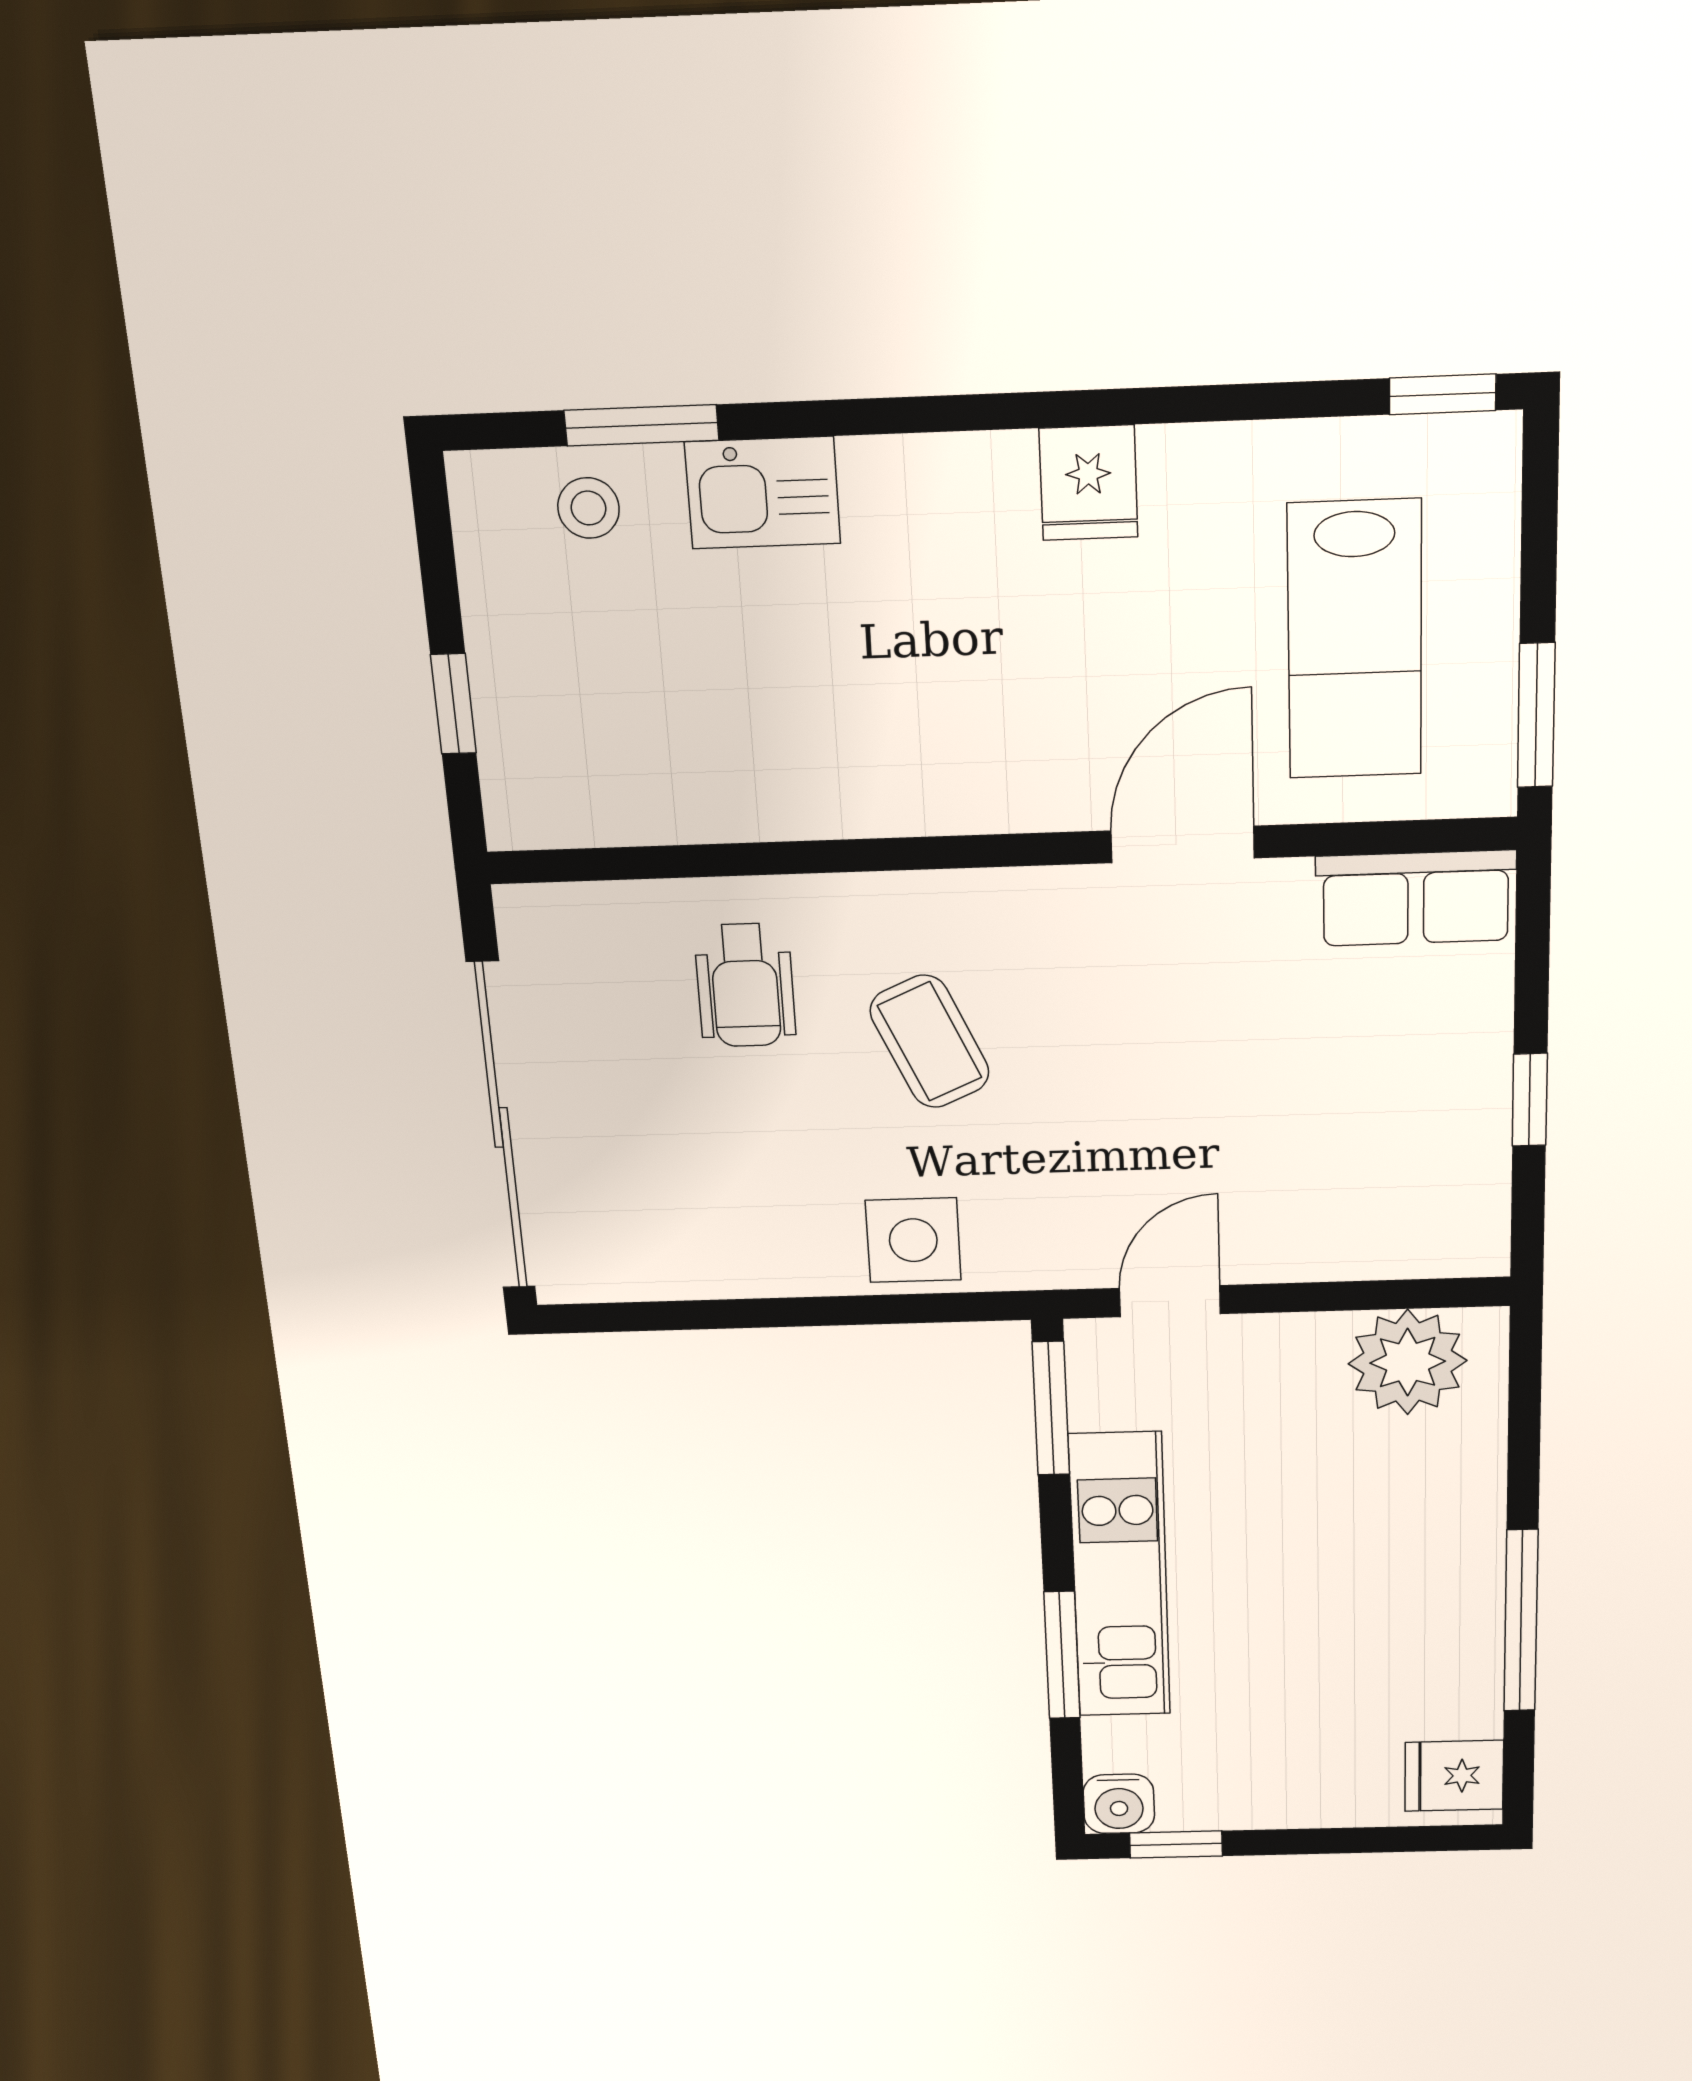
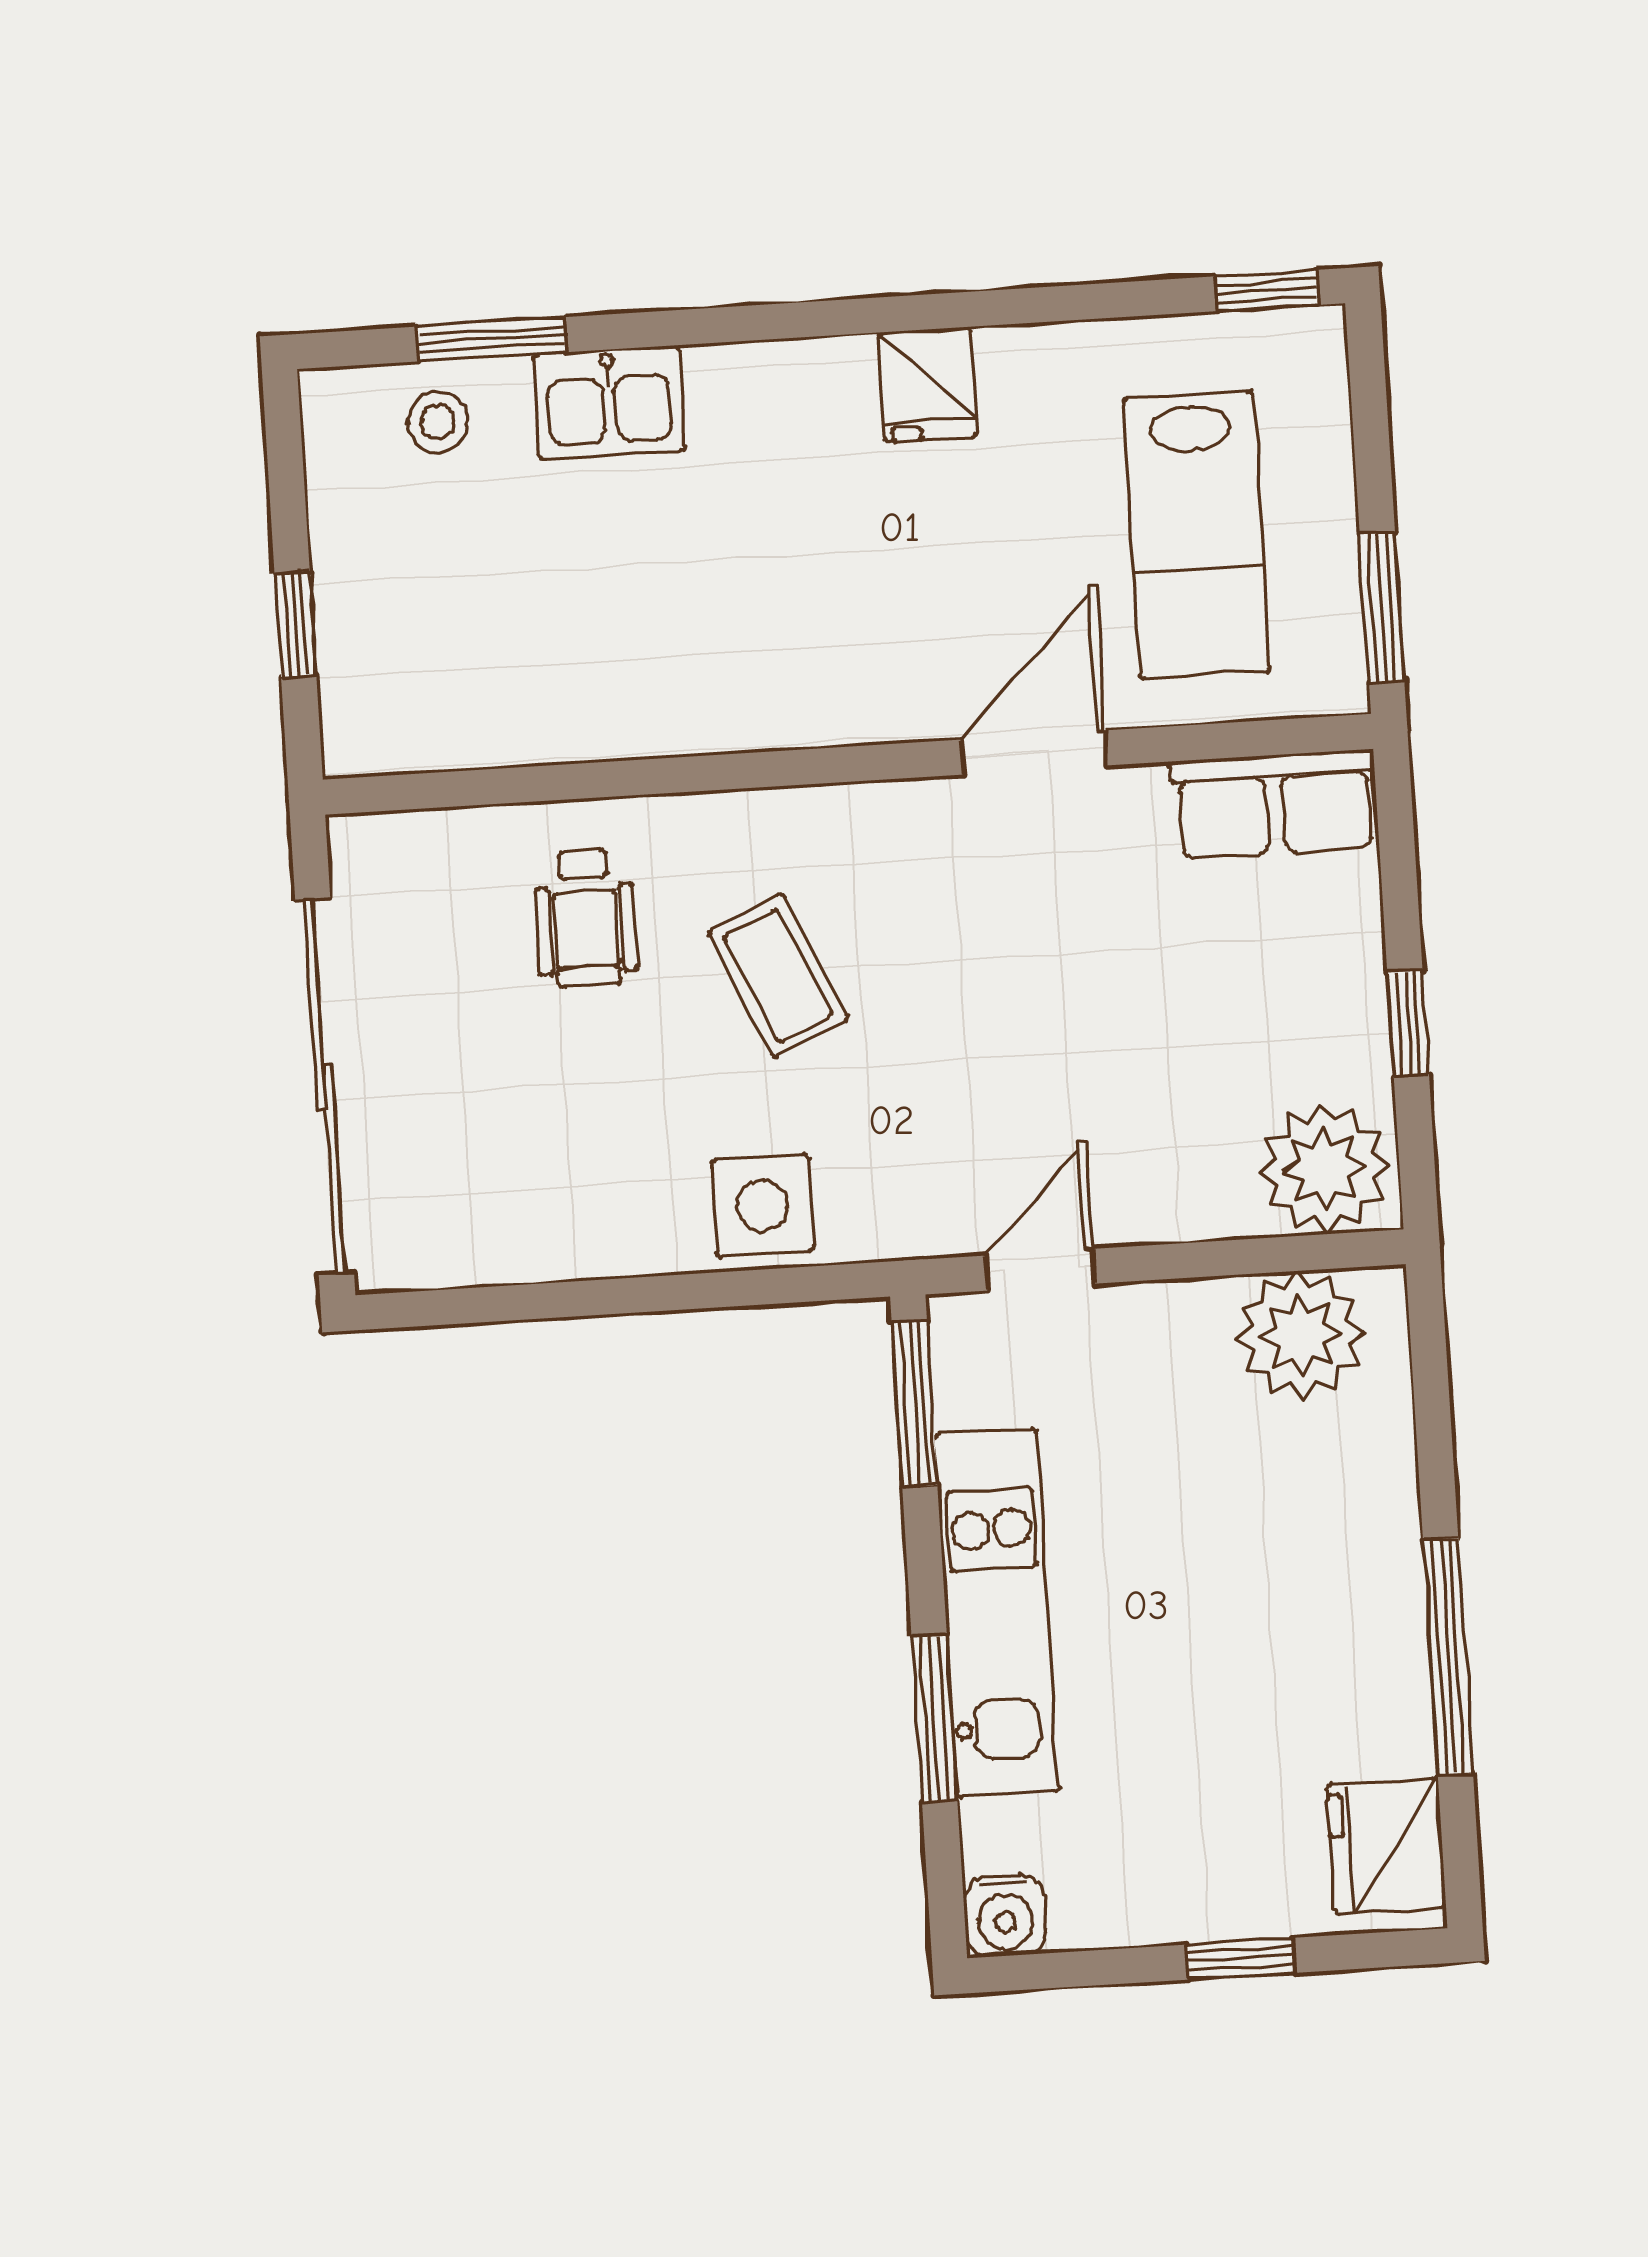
plant: (1440, 1223) -> (1324, 1169), added
fridge: (1454, 1776) -> (1386, 1846), width x1.38
window: (1176, 1844) -> (1241, 1959), moved

